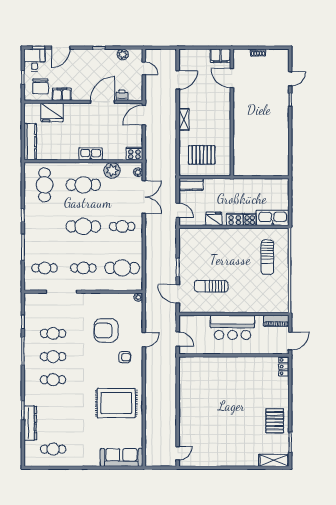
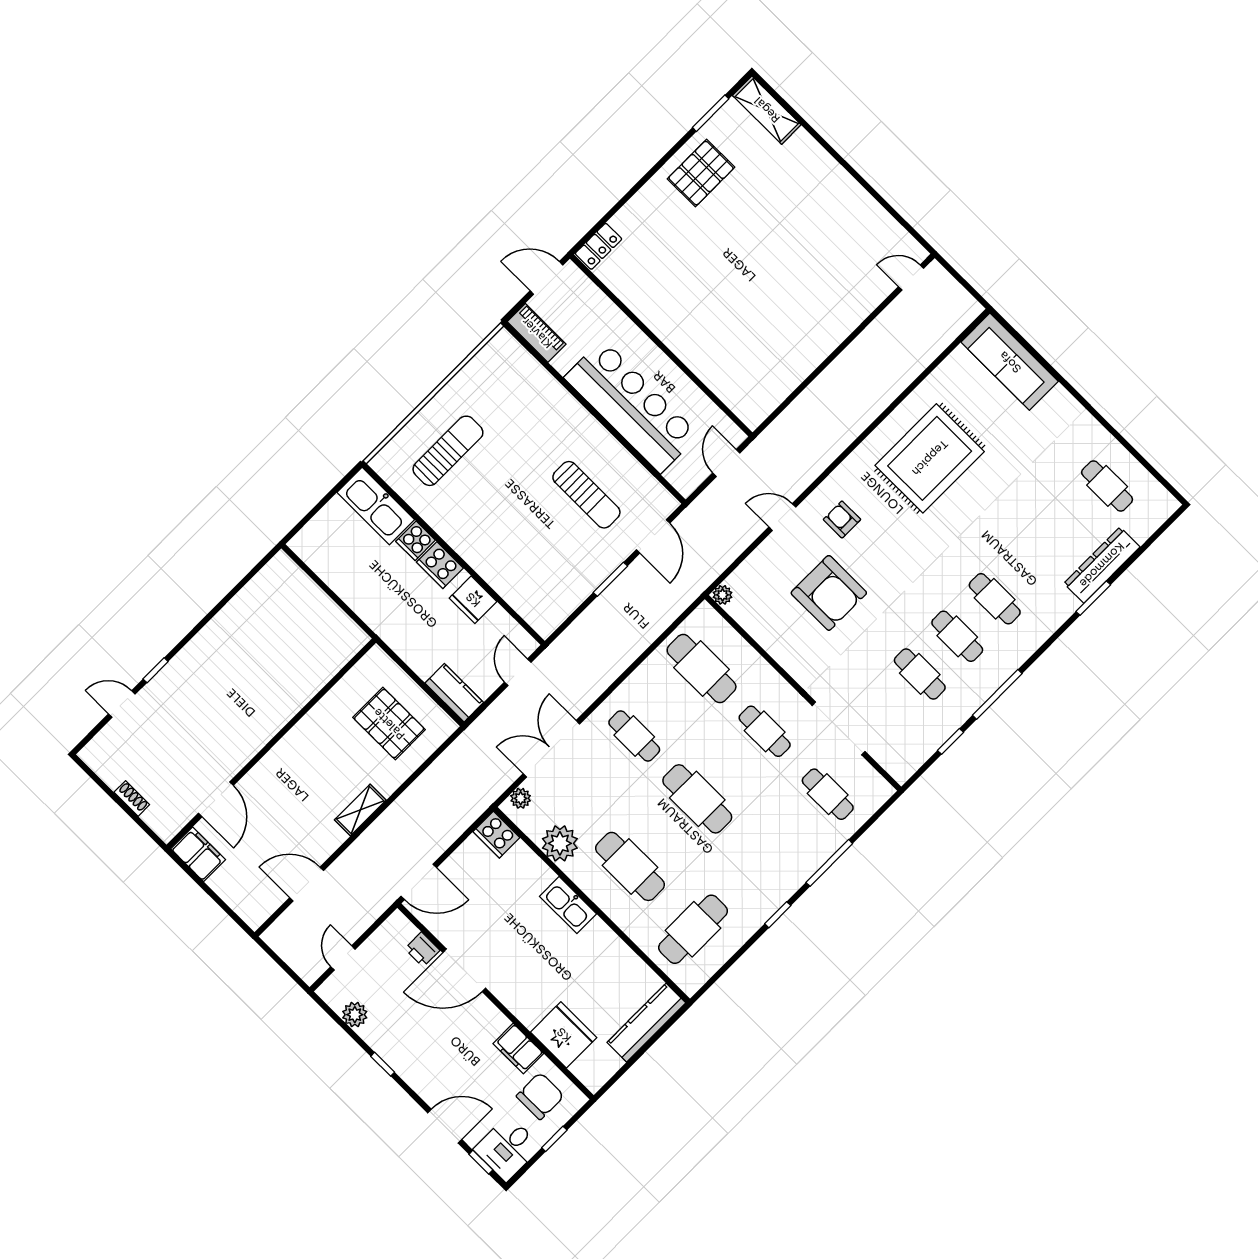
bar counter: (232, 327) -> (631, 406), width x1.36
rug: (116, 403) -> (930, 458), turned 90

